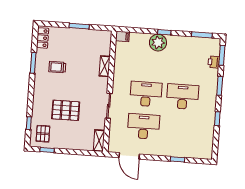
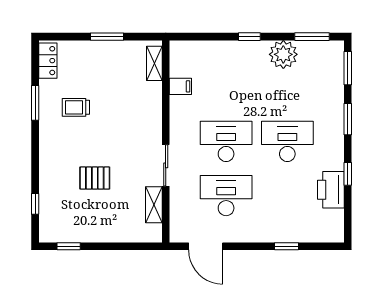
filing cabinet: (122, 36) -> (180, 86), moved
plant: (158, 43) -> (283, 54), moved
printer: (214, 62) -> (331, 190), moved, width x1.87, depth x1.48
shelving: (105, 66) -> (154, 63), moved
pallet: (66, 110) -> (95, 178), width x0.67, depth x0.71
pallet: (43, 134) -> (60, 220), removed
shelving: (99, 141) -> (154, 205), moved

